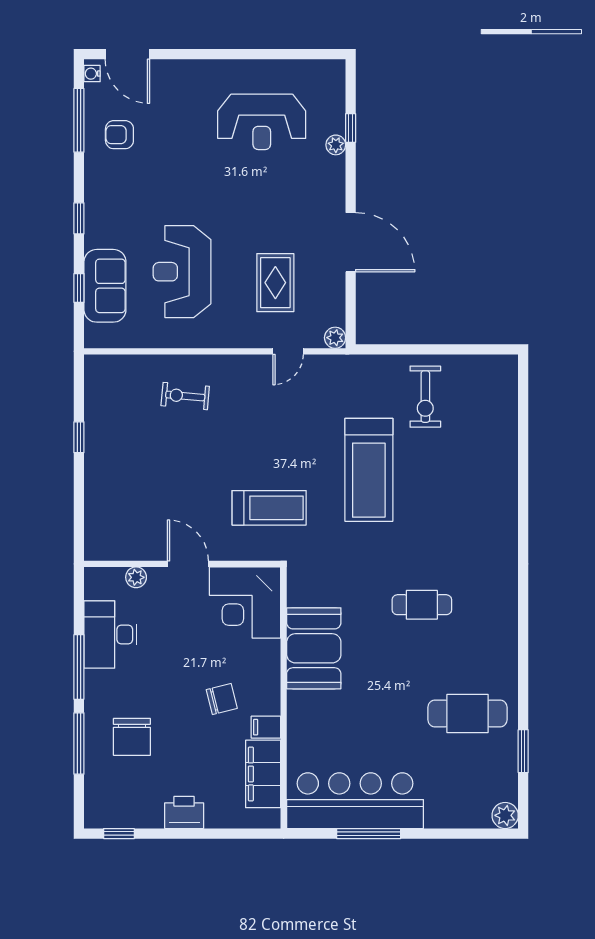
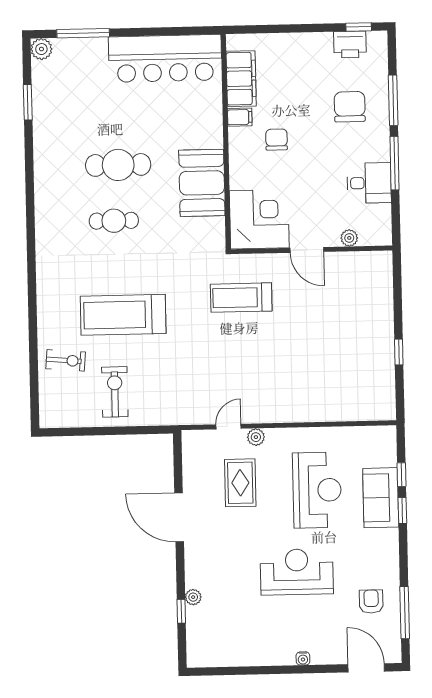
water cooler: (92, 74) -> (303, 658), moved, turned 90
reception desk: (262, 122) -> (297, 572), moved
armchair: (119, 135) -> (371, 602), turned -90
window: (79, 218) -> (402, 511), moved
sofa: (105, 286) -> (381, 498), moved
plant: (335, 338) -> (256, 437), moved
exercise bike: (185, 396) -> (66, 360), moved
treadmill: (369, 470) -> (123, 315), moved, turned -90
desk: (110, 634) -> (369, 183), width x0.73
chair: (222, 699) -> (276, 140), turned 104
cafe table: (467, 713) -> (118, 165), moved
printer: (184, 813) -> (350, 44), moved
window: (369, 834) -> (83, 33), moved

